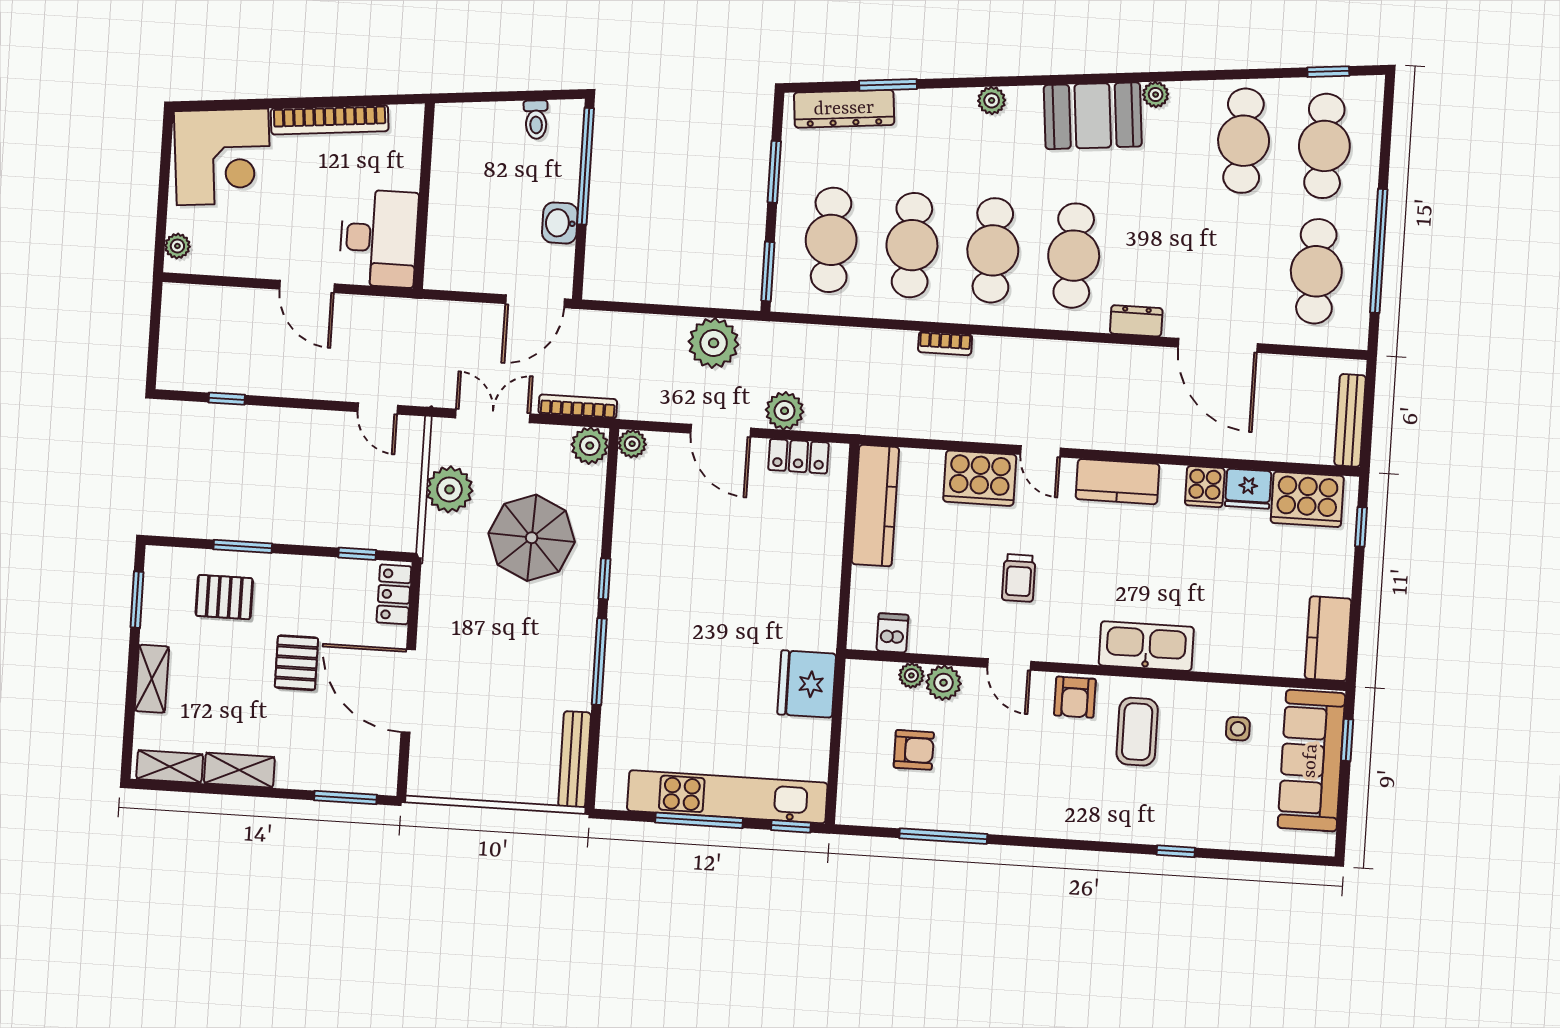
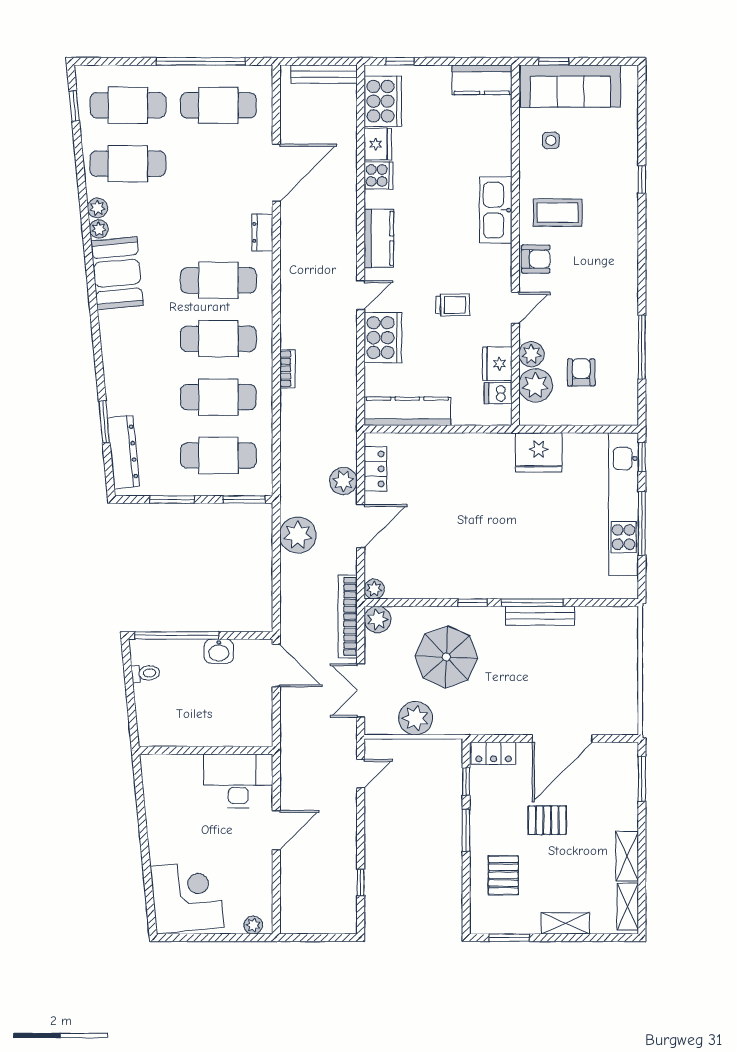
plant: (992, 100) -> (97, 208), moved
bookcase: (330, 120) -> (155, 822), removed
bookcase: (578, 407) -> (348, 616), width x1.48, depth x1.31
window: (243, 546) -> (466, 830), moved
fridge: (933, 634) -> (497, 364), added
plant: (911, 675) -> (536, 385), width x1.87, depth x1.87
bench: (575, 759) -> (540, 616), moved

